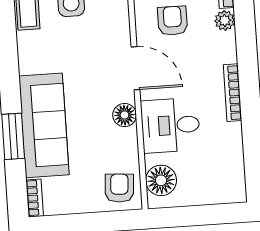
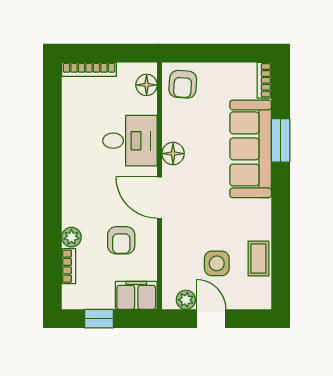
bookcase: (233, 93) -> (89, 69), moved, turned 90
floor lamp: (161, 180) -> (147, 85), width x0.73, depth x0.73

